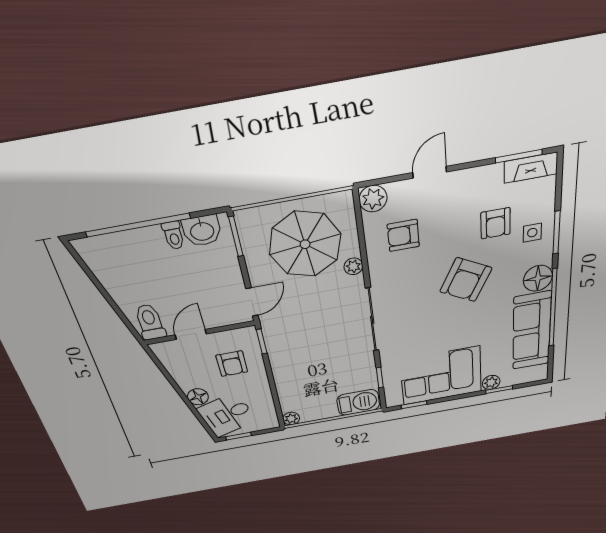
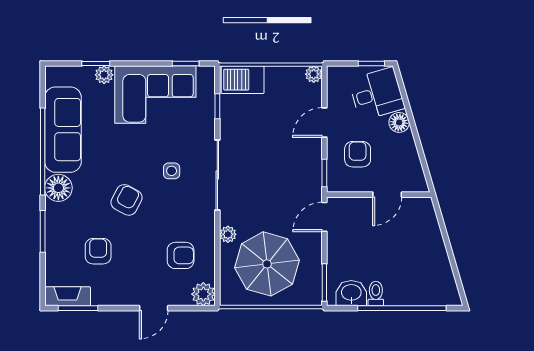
side table: (532, 233) -> (172, 171), moved
armchair: (466, 280) -> (126, 200), width x0.72, depth x0.72
toilet: (150, 322) -> (420, 215), removed
door: (272, 383) -> (324, 122), added

